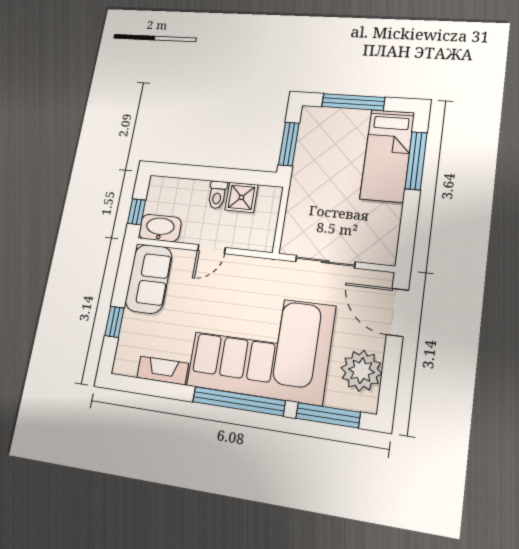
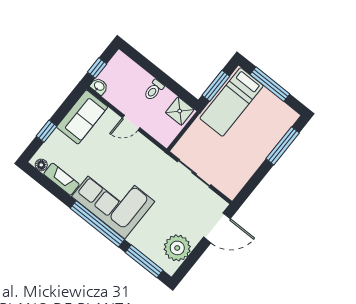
bed: (387, 155) -> (232, 102), moved
shower: (241, 197) -> (180, 111), moved
washbasin: (160, 228) -> (99, 86), width x0.52, depth x0.69
door: (398, 312) -> (217, 228), swing flipped
corner sofa: (261, 346) -> (113, 199), width x0.73, depth x0.74
floor lamp: (129, 368) -> (41, 165), added

